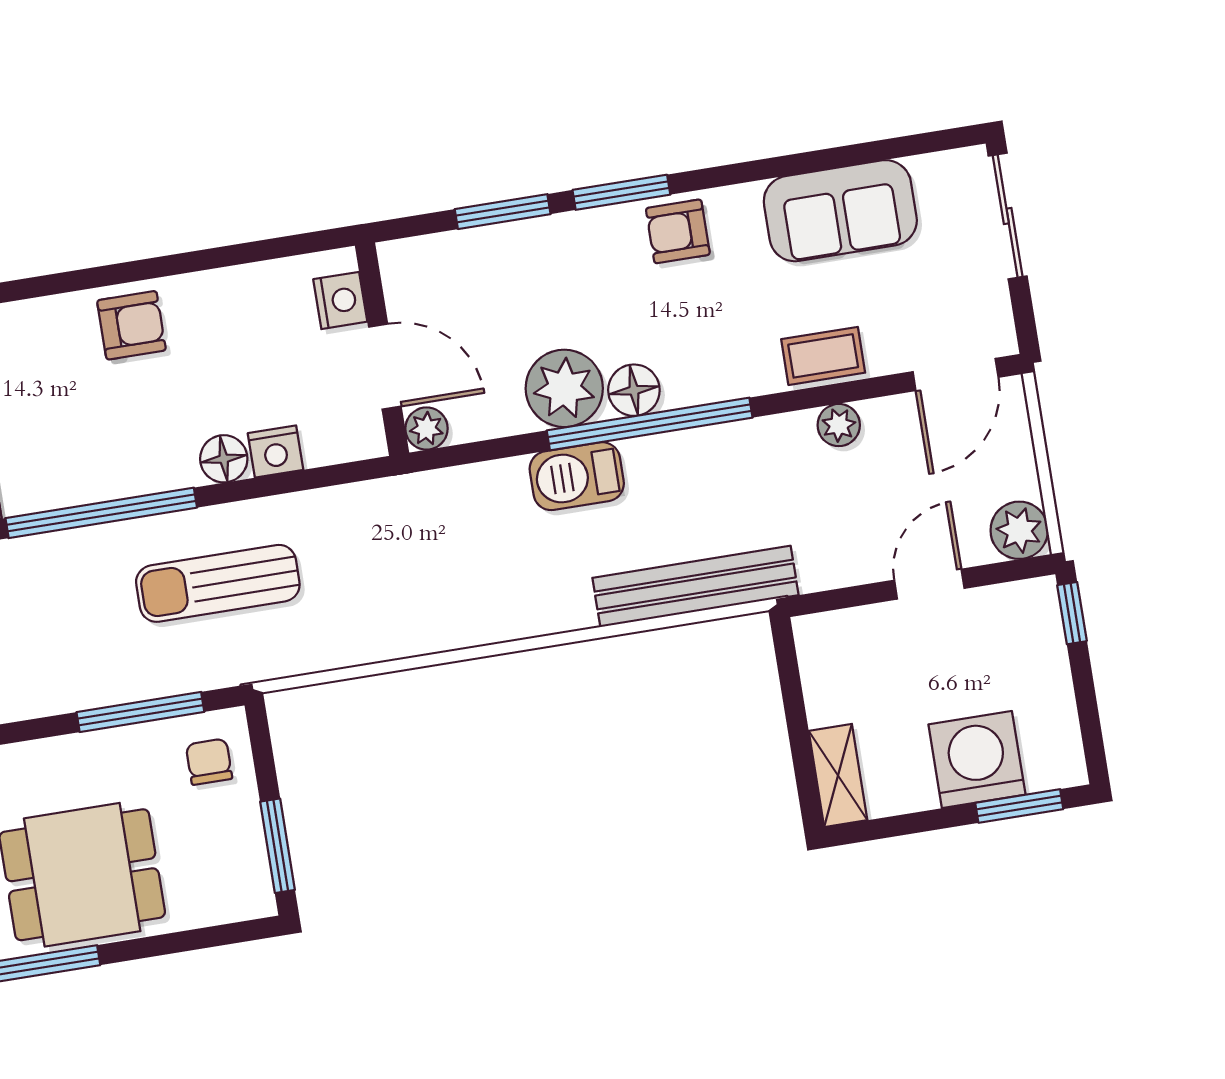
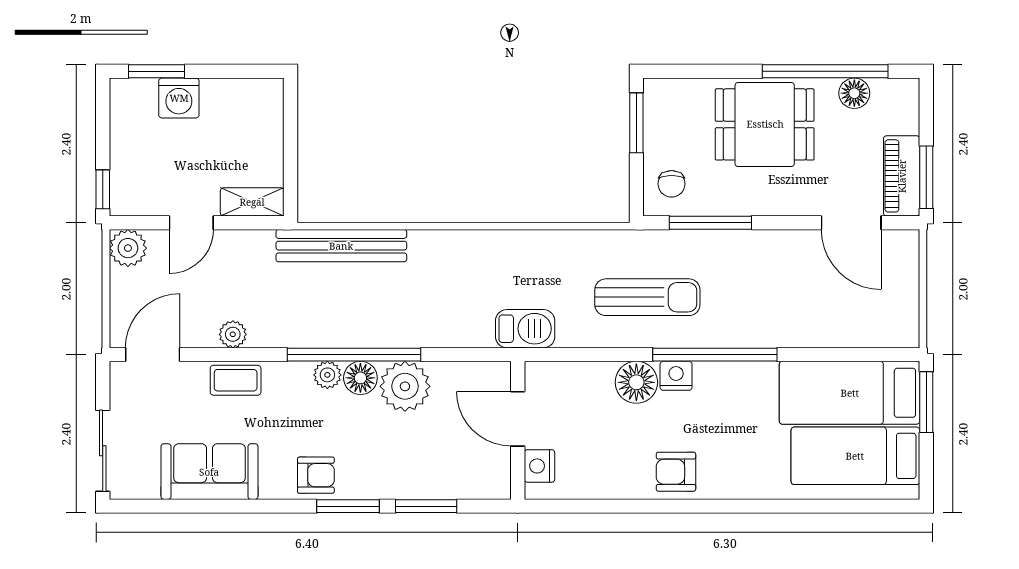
plant: (426, 429) -> (327, 375), moved
nightstand: (275, 452) -> (676, 376), moved
floor lamp: (224, 459) -> (636, 382), width x1.38, depth x1.38
barbecue: (577, 476) -> (525, 329), moved
washing machine: (977, 760) -> (179, 98), width x0.73, depth x0.73
shelving: (838, 776) -> (252, 202), moved, turned 90

